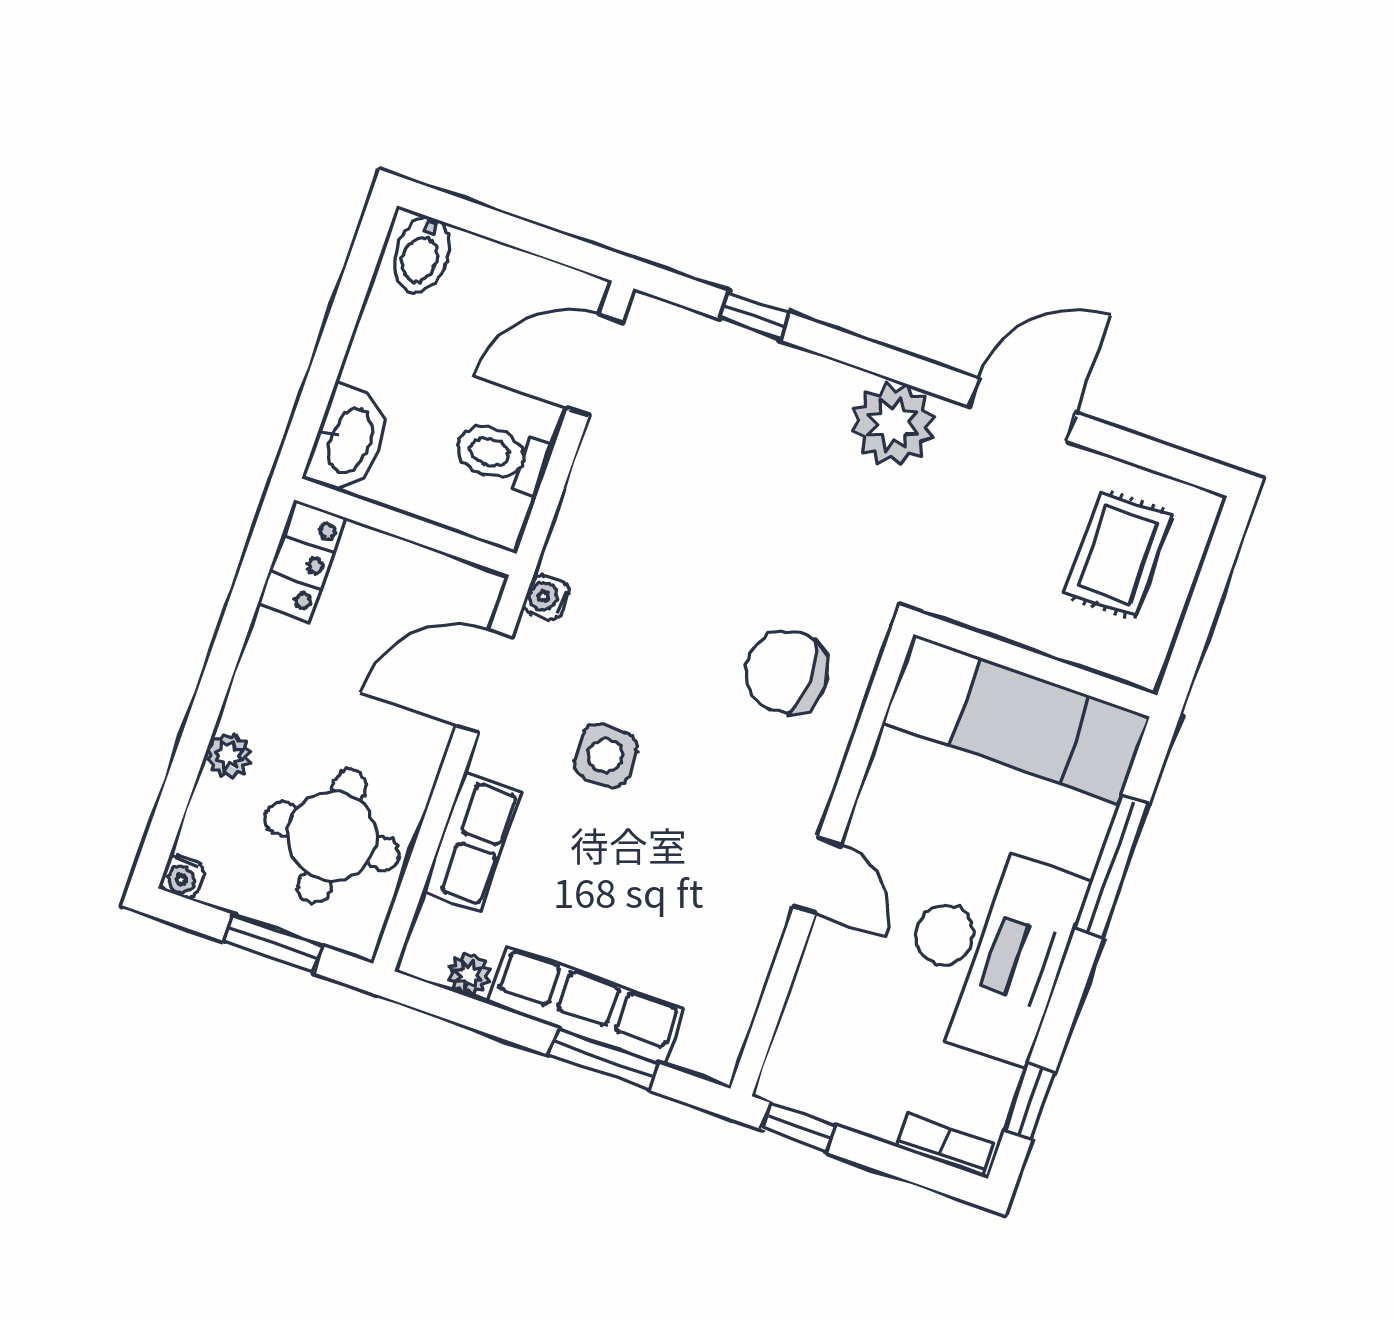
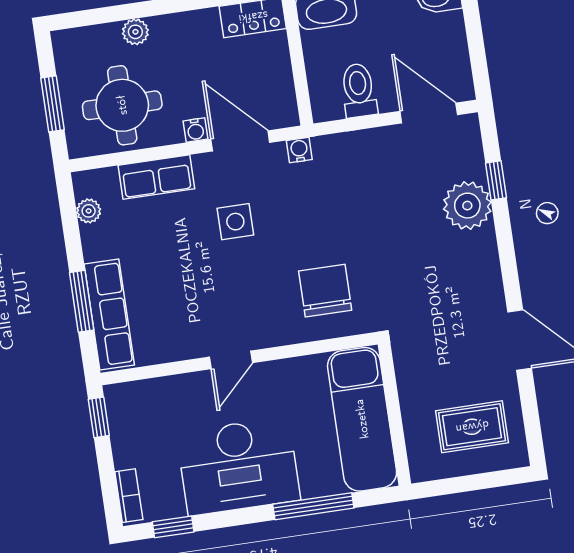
plant: (893, 424) -> (467, 206), moved
water cooler: (182, 877) -> (195, 130), moved, turned -90
row of seats: (586, 1006) -> (109, 314), moved

